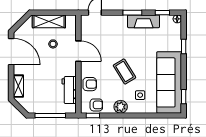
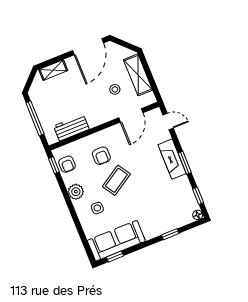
fireplace: (144, 21) -> (172, 159), moved
door: (78, 51) -> (131, 115), moved
sofa: (169, 82) -> (116, 241), width x0.74, depth x0.79
armchair: (90, 84) -> (101, 156), moved

